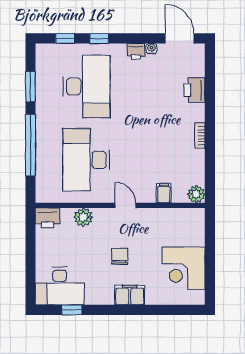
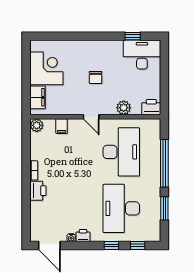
printer: (195, 90) -> (38, 191), moved
filing cabinet: (130, 295) -> (38, 97), moved, turned -90

